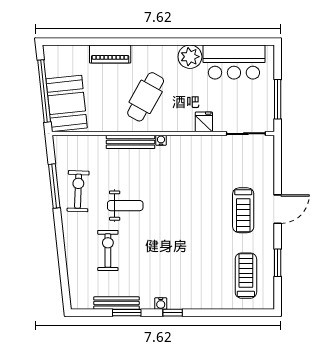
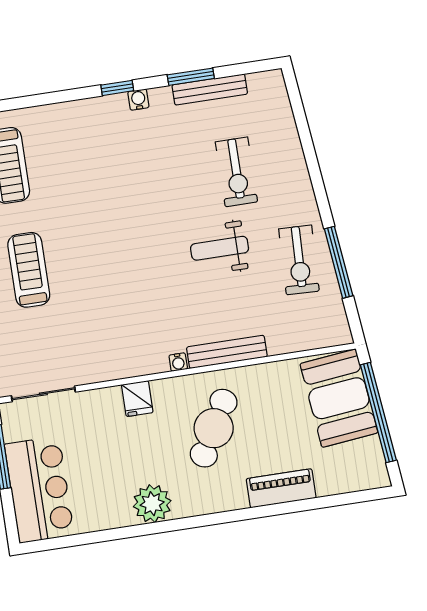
bar counter: (234, 62) -> (39, 490), moved, turned 90
fridge: (204, 122) -> (137, 399), moved

